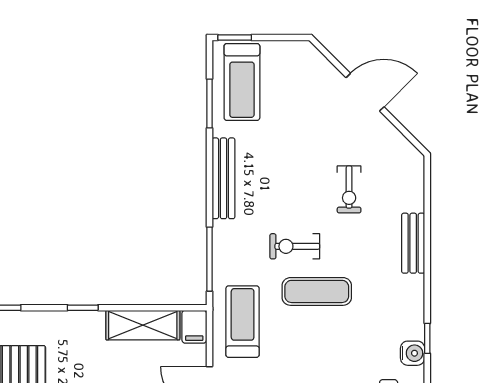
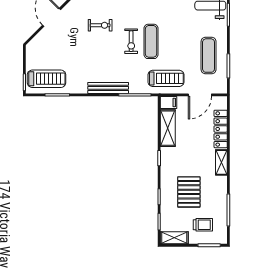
bench: (223, 178) -> (108, 88), moved
exercise bike: (295, 246) -> (131, 41), moved
treadmill: (243, 322) -> (166, 78), turned 180

